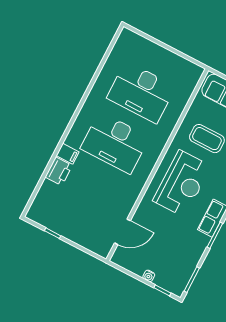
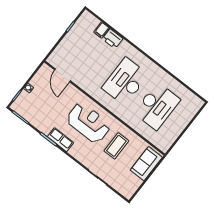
desk: (141, 92) -> (157, 106), turned 180
filing cabinet: (68, 154) -> (102, 30), moved
reception desk: (182, 183) -> (88, 123), turned 180

